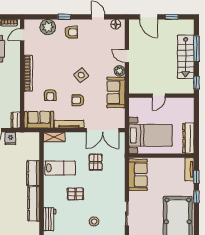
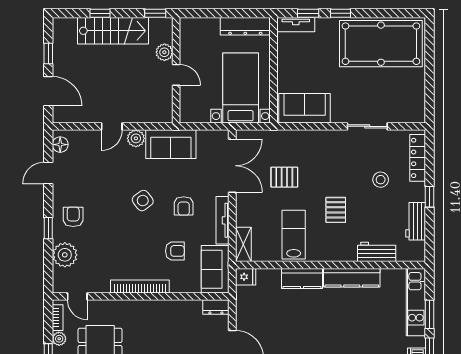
door: (149, 17) -> (48, 91), hinge flipped
window: (196, 49) -> (100, 13), width x0.46
plant: (172, 88) -> (164, 52), added
fridge: (10, 138) -> (246, 277), moved

